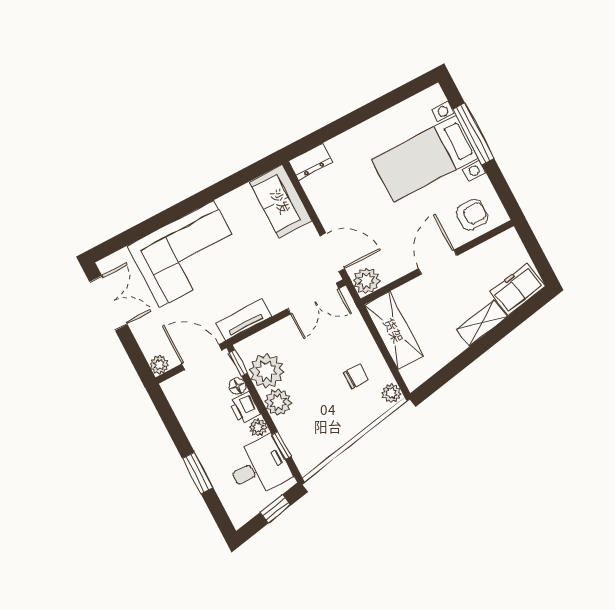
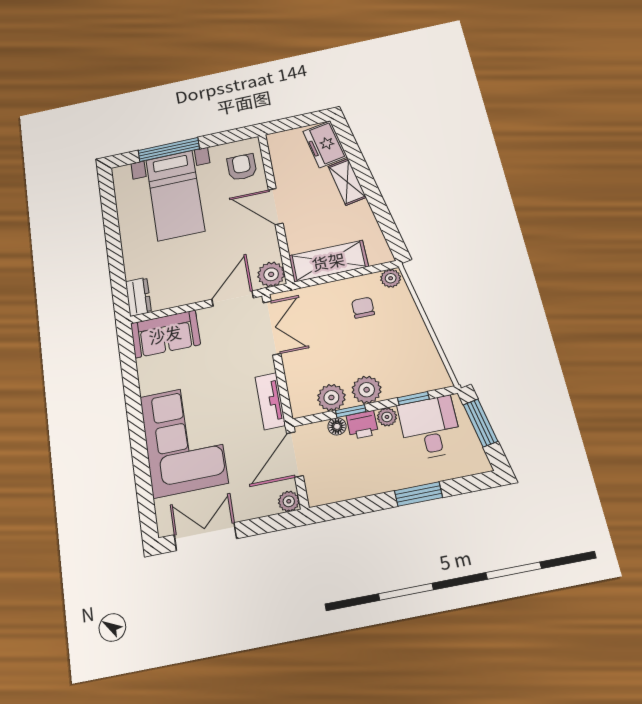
window: (238, 363) -> (351, 411), moved
plant: (266, 371) -> (331, 397), width x0.73, depth x0.73
window: (275, 509) -> (480, 423), width x1.50

